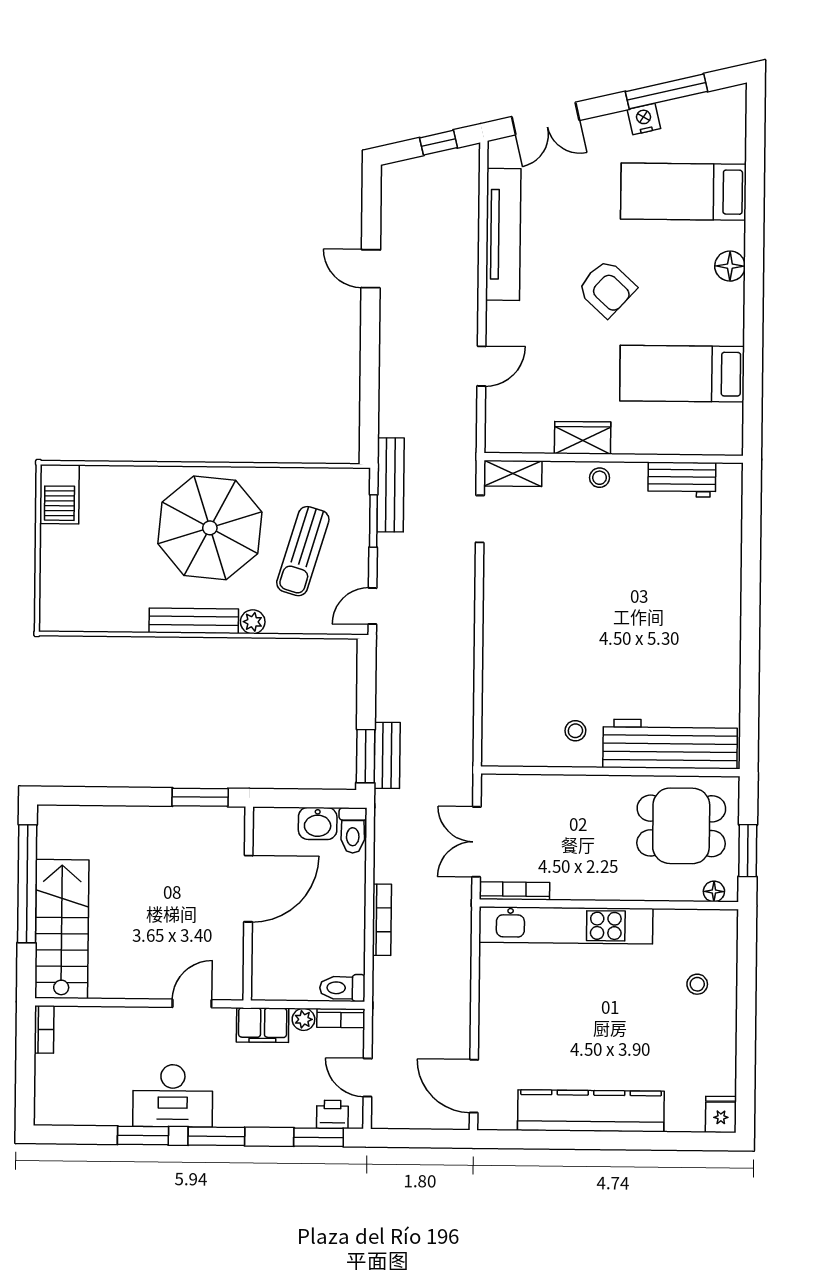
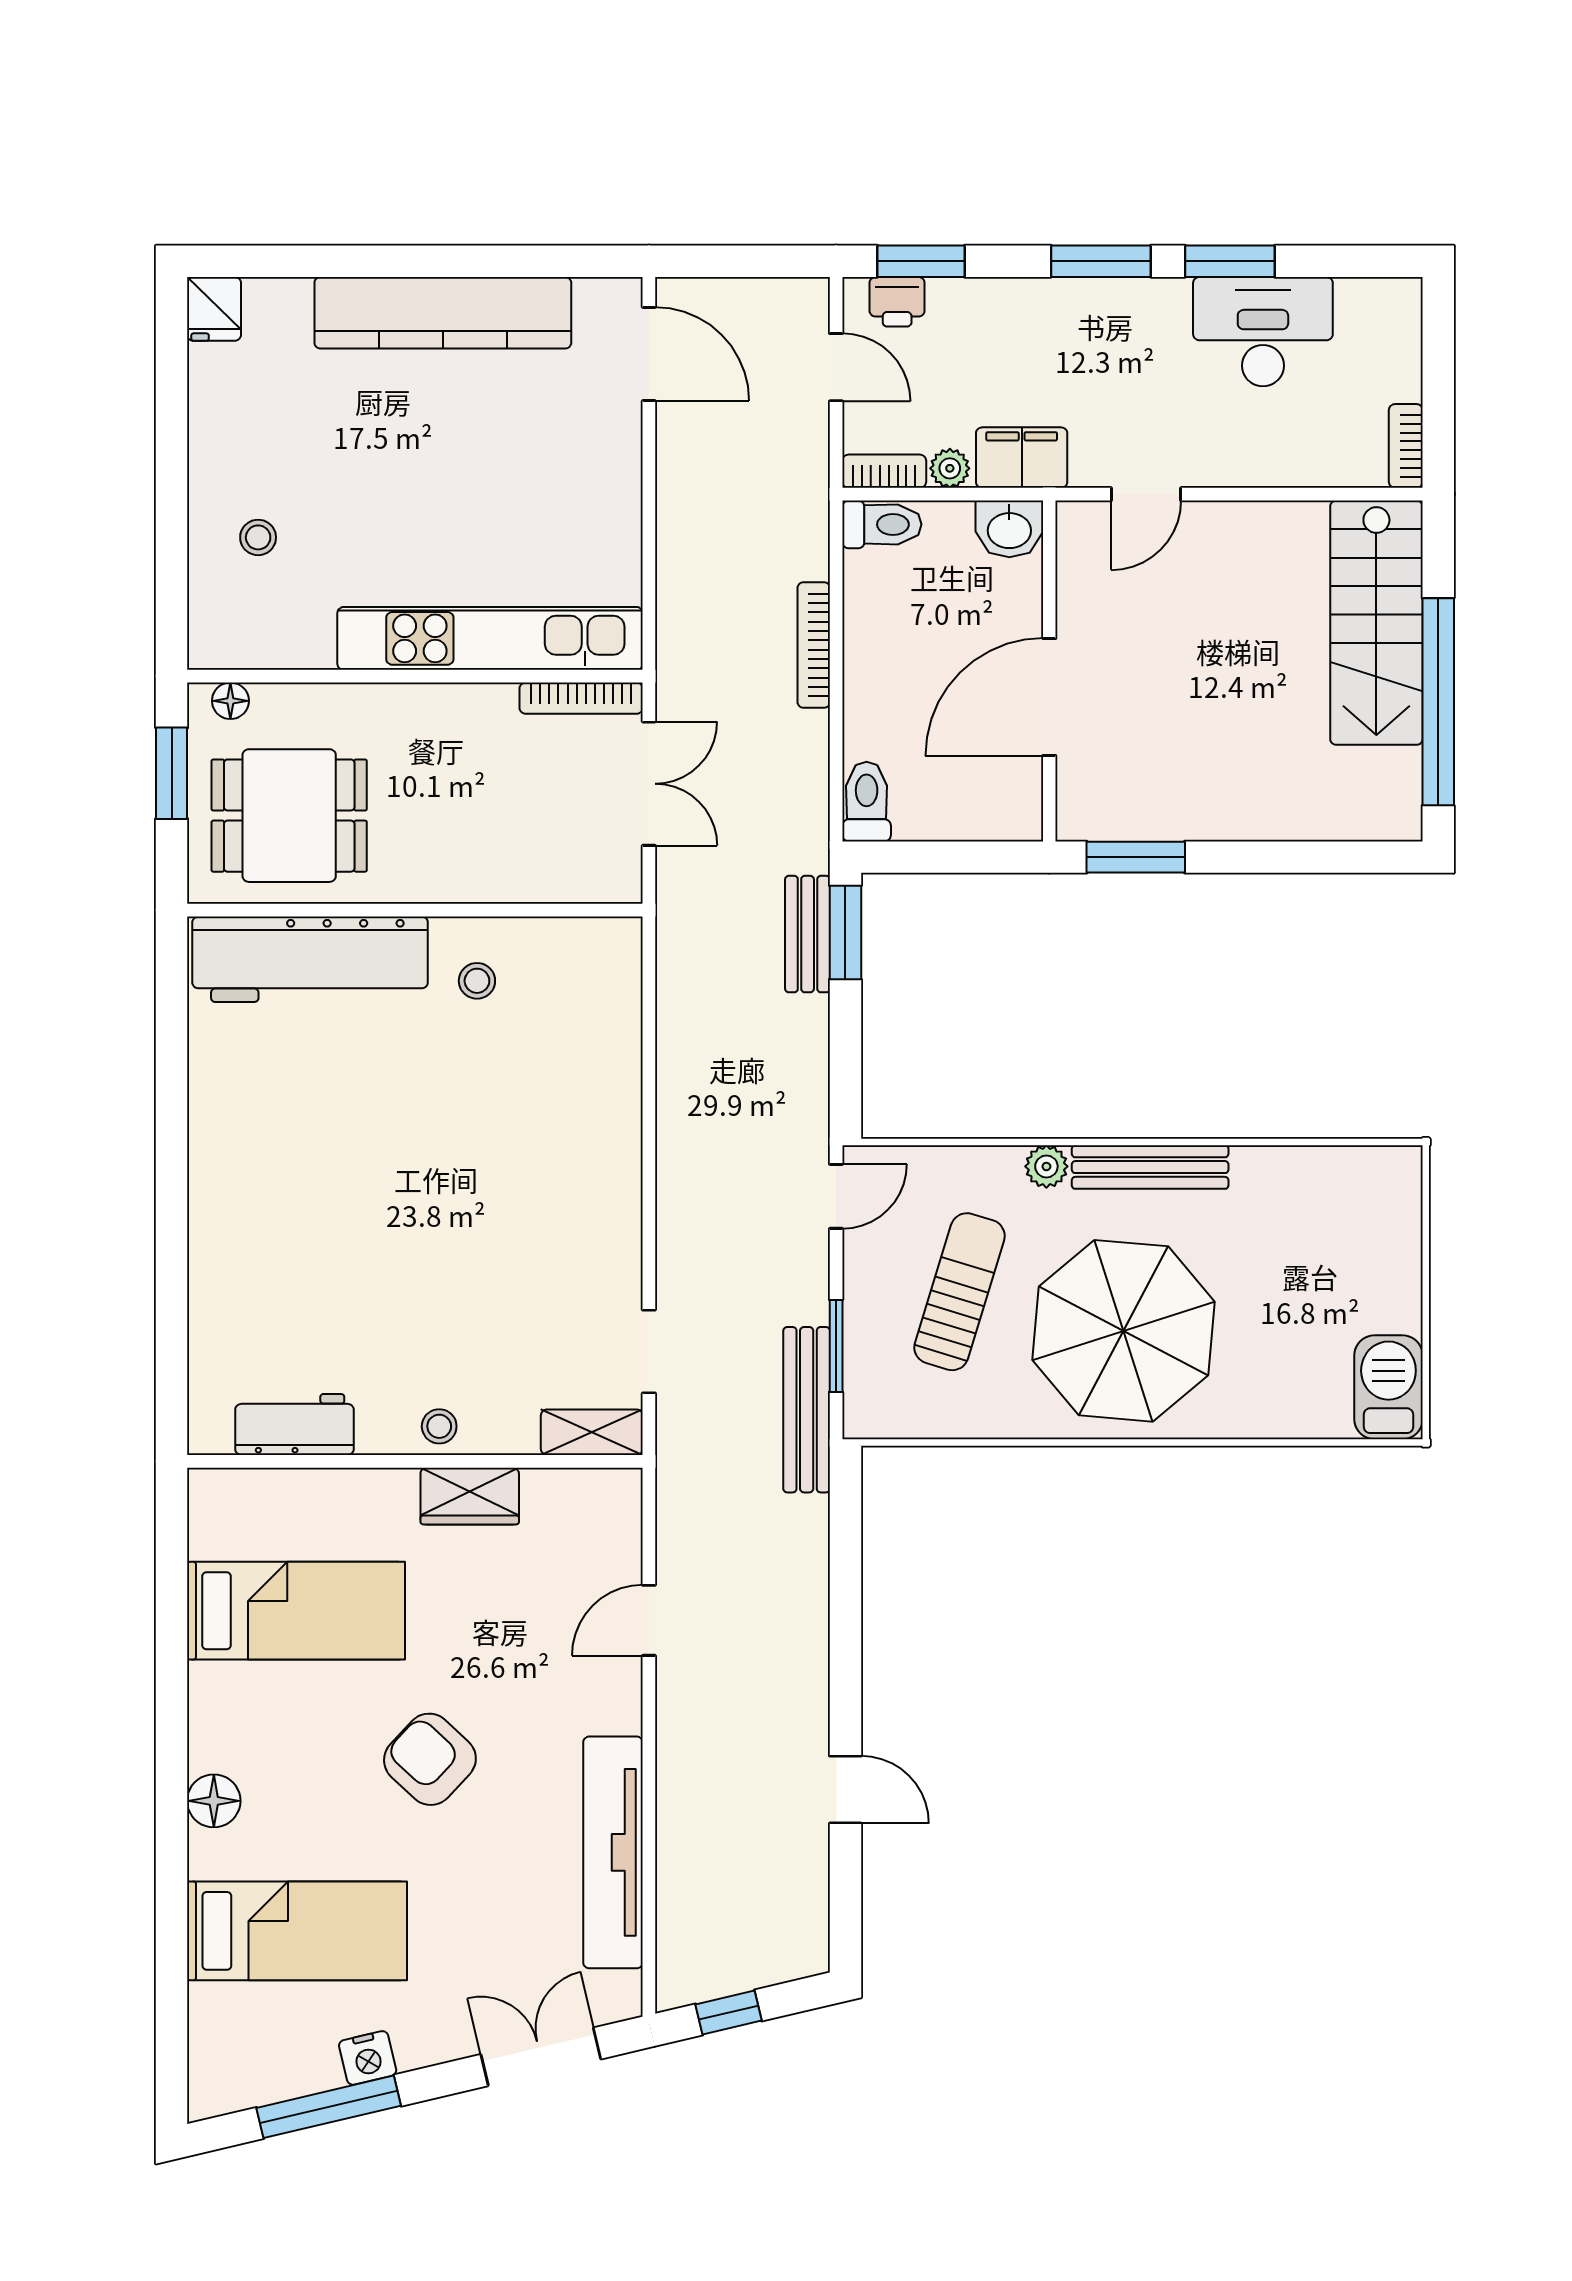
washbasin: (318, 823) -> (1009, 529), moved, turned 180
desk: (173, 1096) -> (1263, 332), moved

